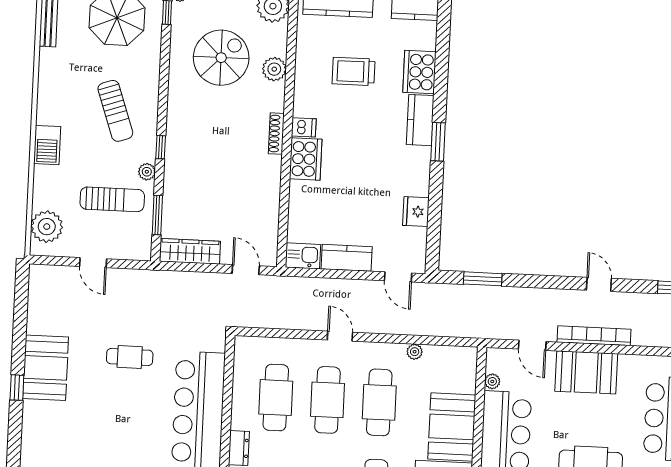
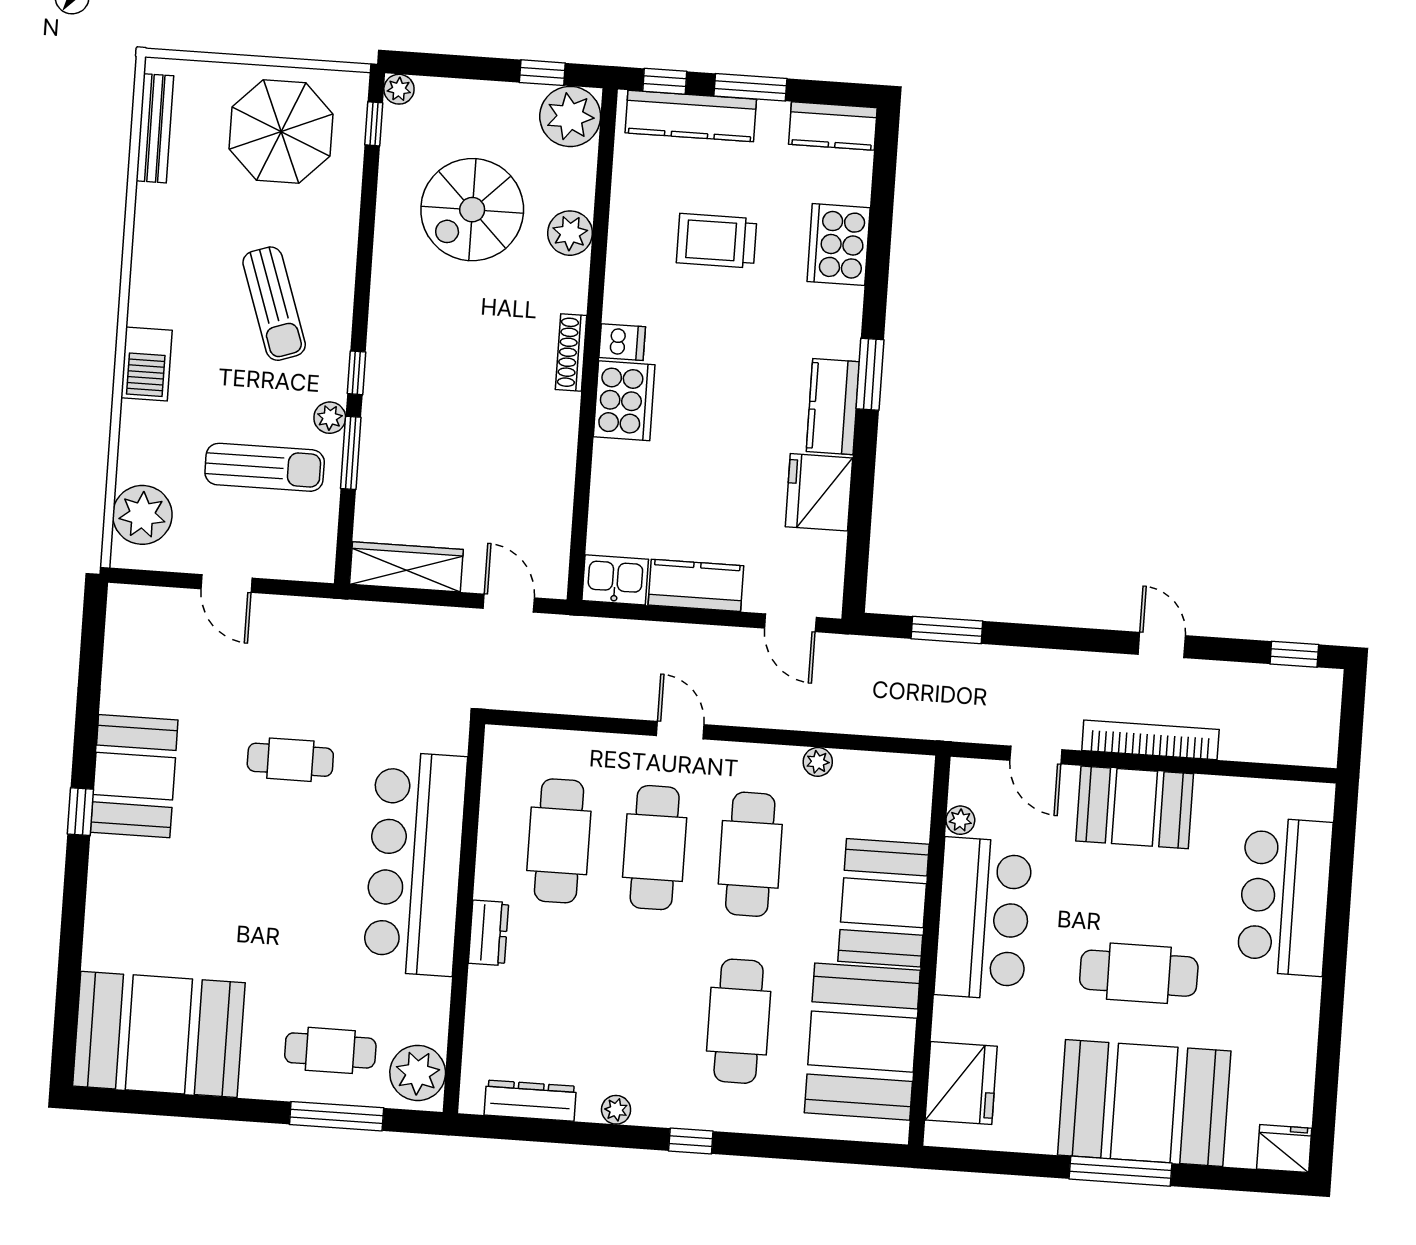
spiral stairs: (221, 58) -> (472, 210), turned 180
kitchen counter: (420, 120) -> (833, 407), moved
fridge: (416, 212) -> (819, 492), width x1.36, depth x1.34
window: (157, 215) -> (351, 453), moved

